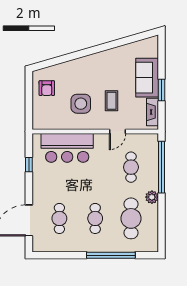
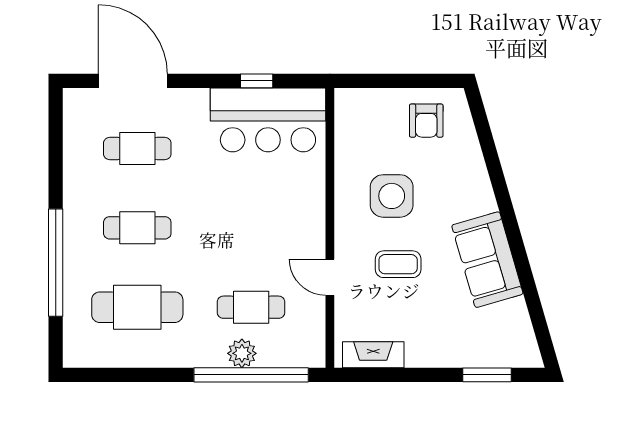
sofa: (147, 78) -> (487, 260), moved, turned -106
armchair: (47, 88) -> (426, 121), turned -90
window: (162, 90) -> (487, 375), moved
bar counter: (67, 148) -> (268, 120), moved, turned -90
plant: (152, 197) -> (242, 353), moved

